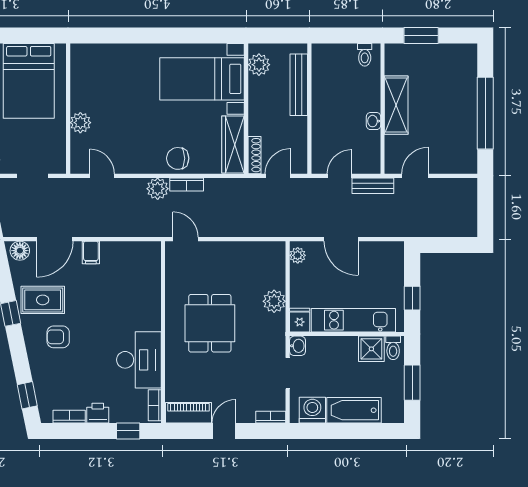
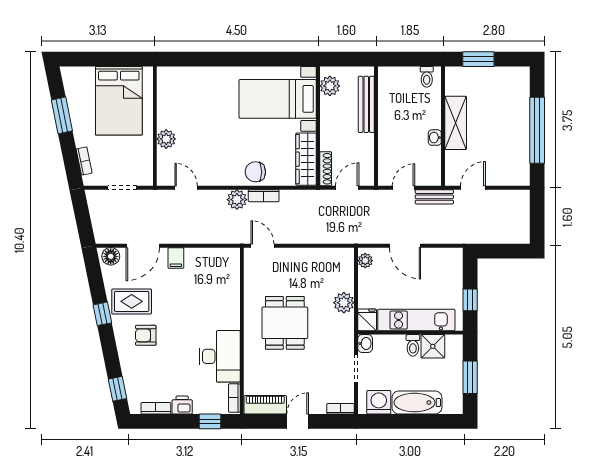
toilet: (393, 348) -> (413, 345), moved

